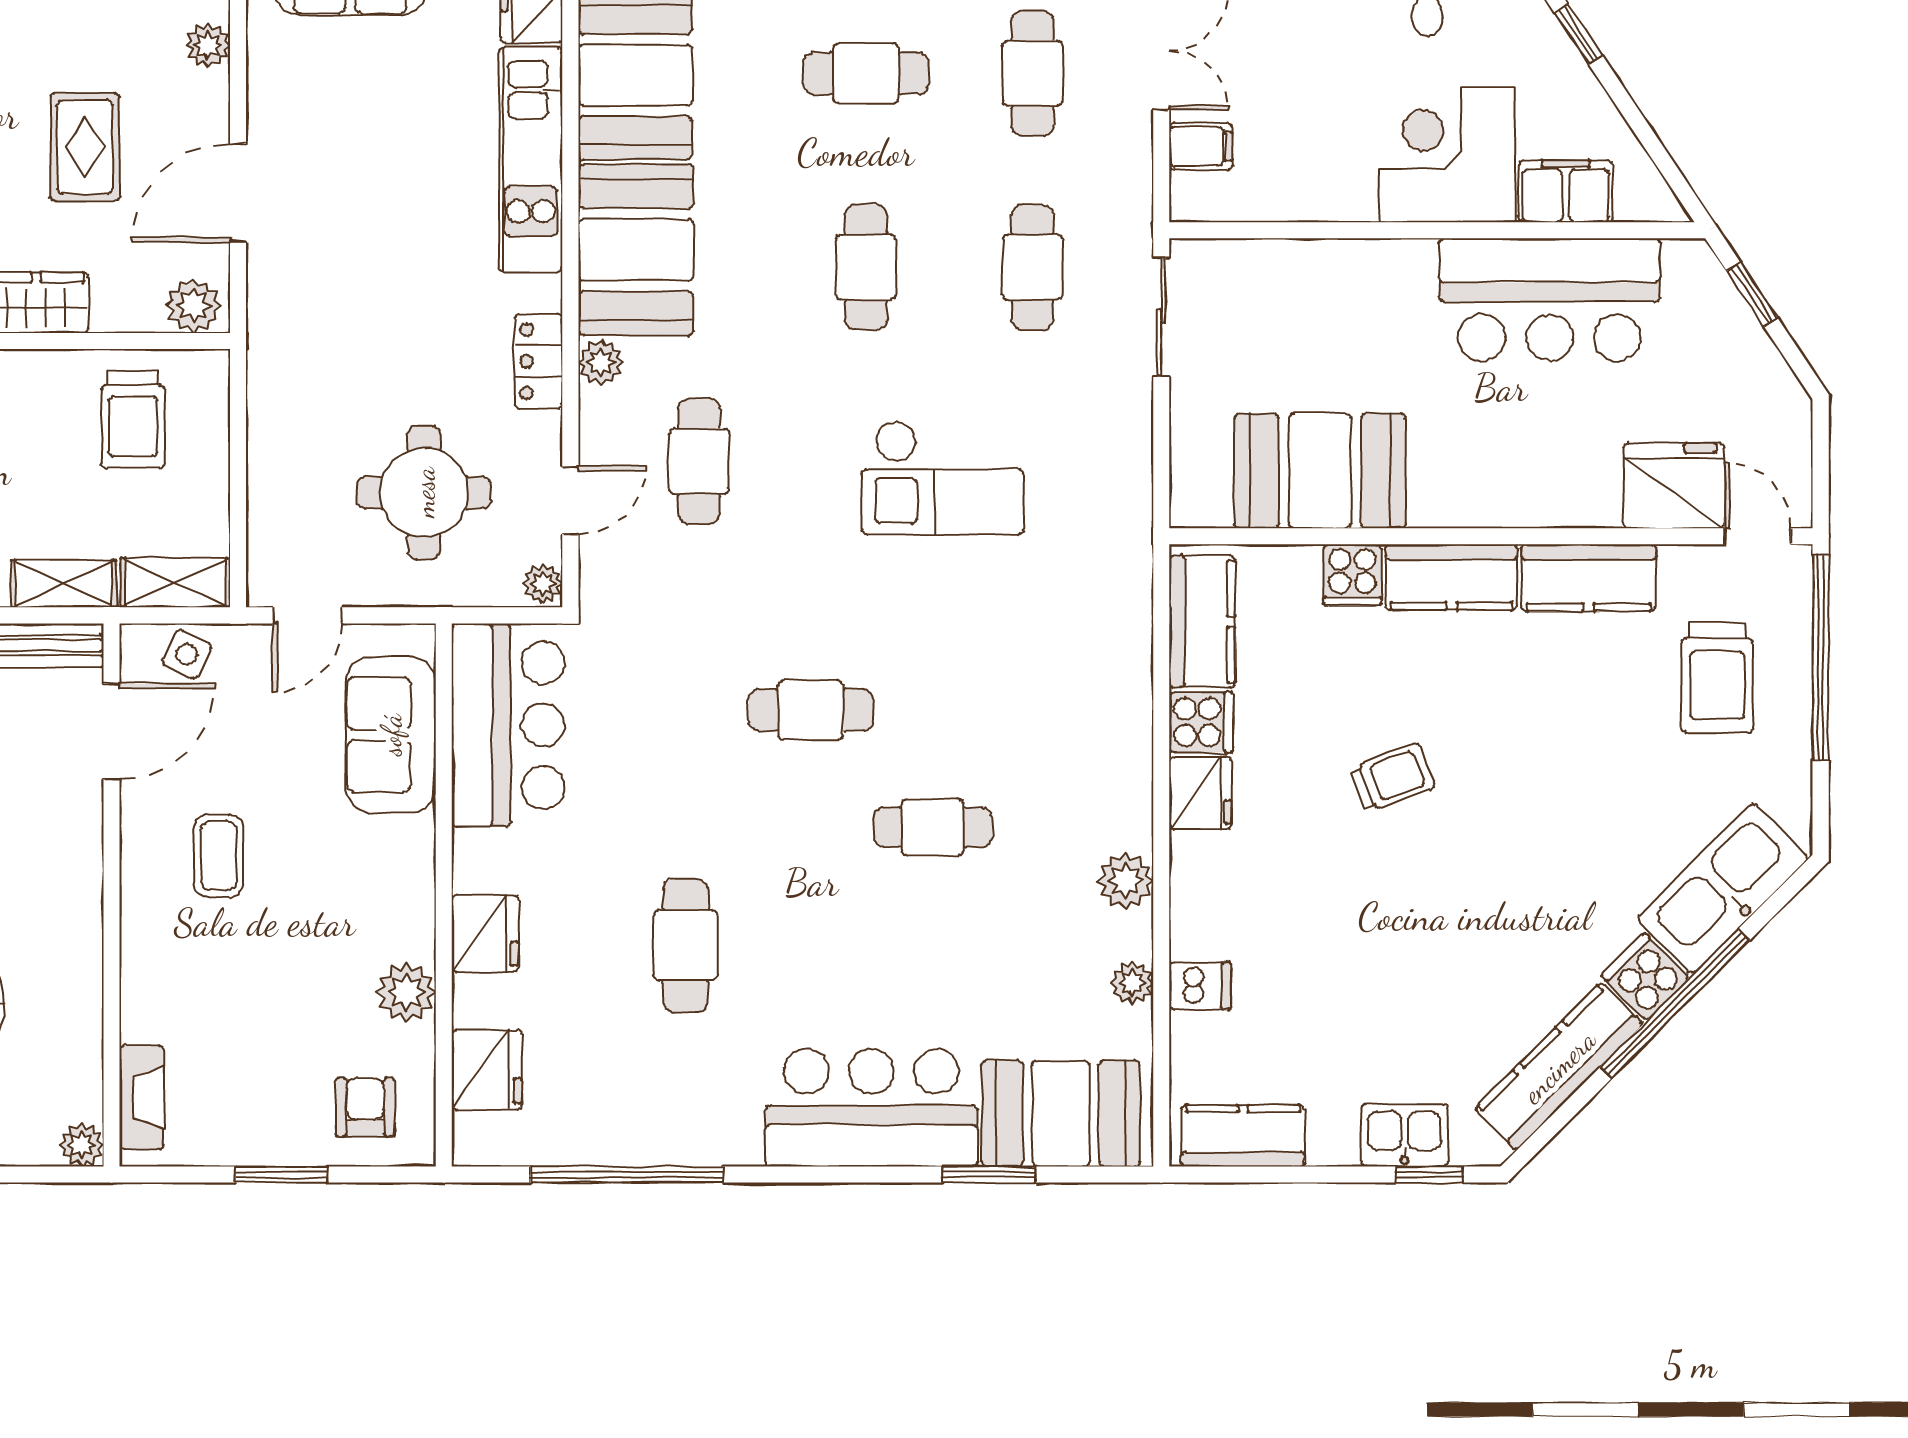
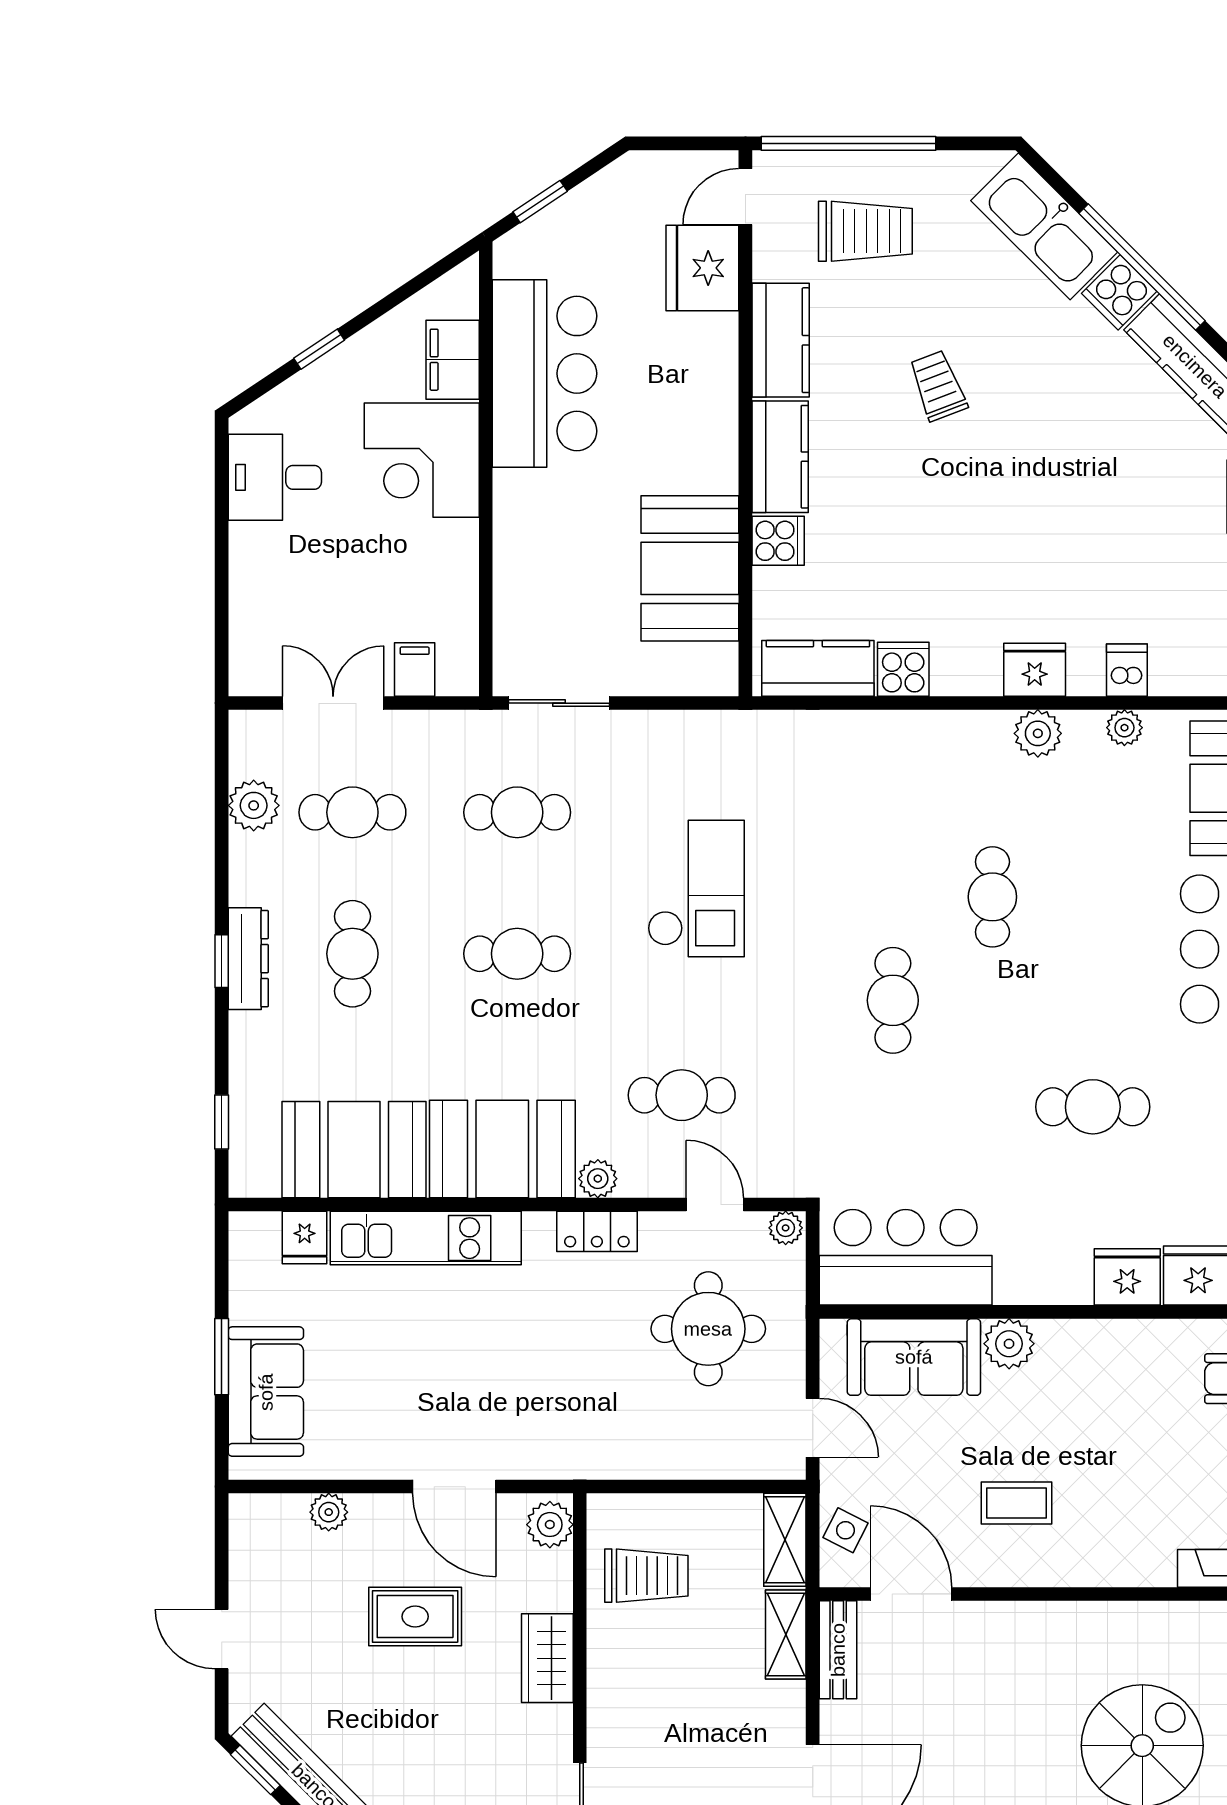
trolley: (1392, 778) -> (938, 386), moved
fridge: (1200, 793) -> (1035, 670), moved
fridge: (485, 934) -> (1127, 1277), moved
plant: (406, 992) -> (1009, 1344), moved

